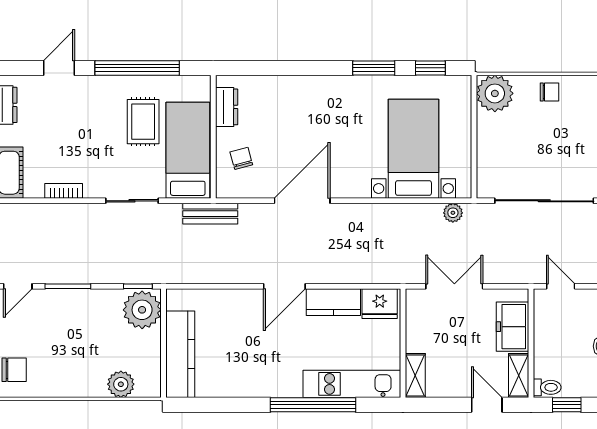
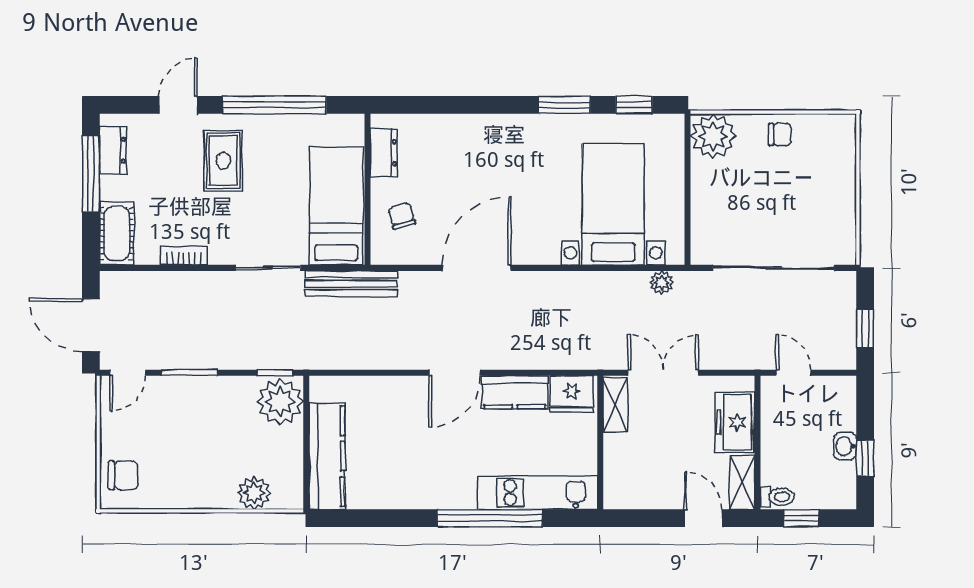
rug: (143, 122) -> (223, 161), moved
bench: (210, 214) -> (352, 284), width x1.36
shelving: (415, 376) -> (615, 405), moved

